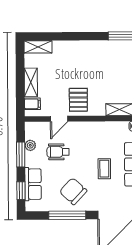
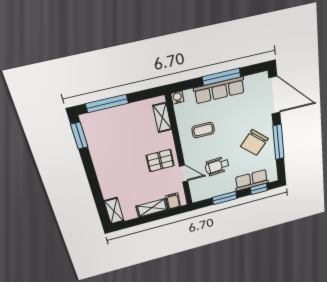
plant: (30, 145) -> (214, 192), removed
wheelchair: (58, 152) -> (217, 166), turned 86
coffee table: (104, 169) -> (203, 130), moved

